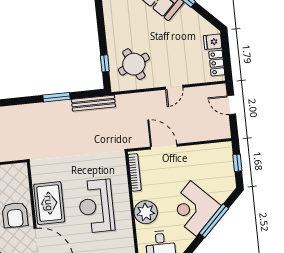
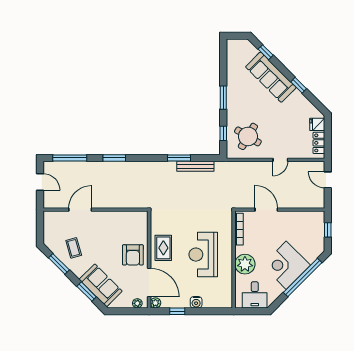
window: (101, 22) -> (223, 98), added
round table: (134, 64) -> (248, 136), turned -34
bench: (93, 103) -> (195, 166), moved
rug: (49, 203) -> (163, 248), width x0.73, depth x0.70
window: (214, 221) -> (303, 278), width x1.46

